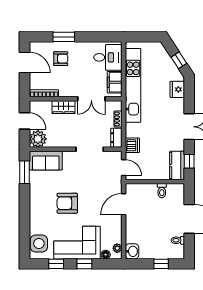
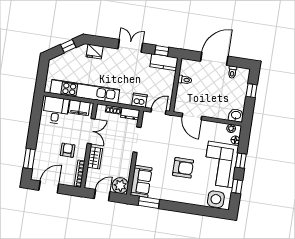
window: (64, 37) -> (29, 159), moved
armchair: (61, 59) -> (68, 150), moved
armchair: (67, 203) -> (183, 168), turned -90

